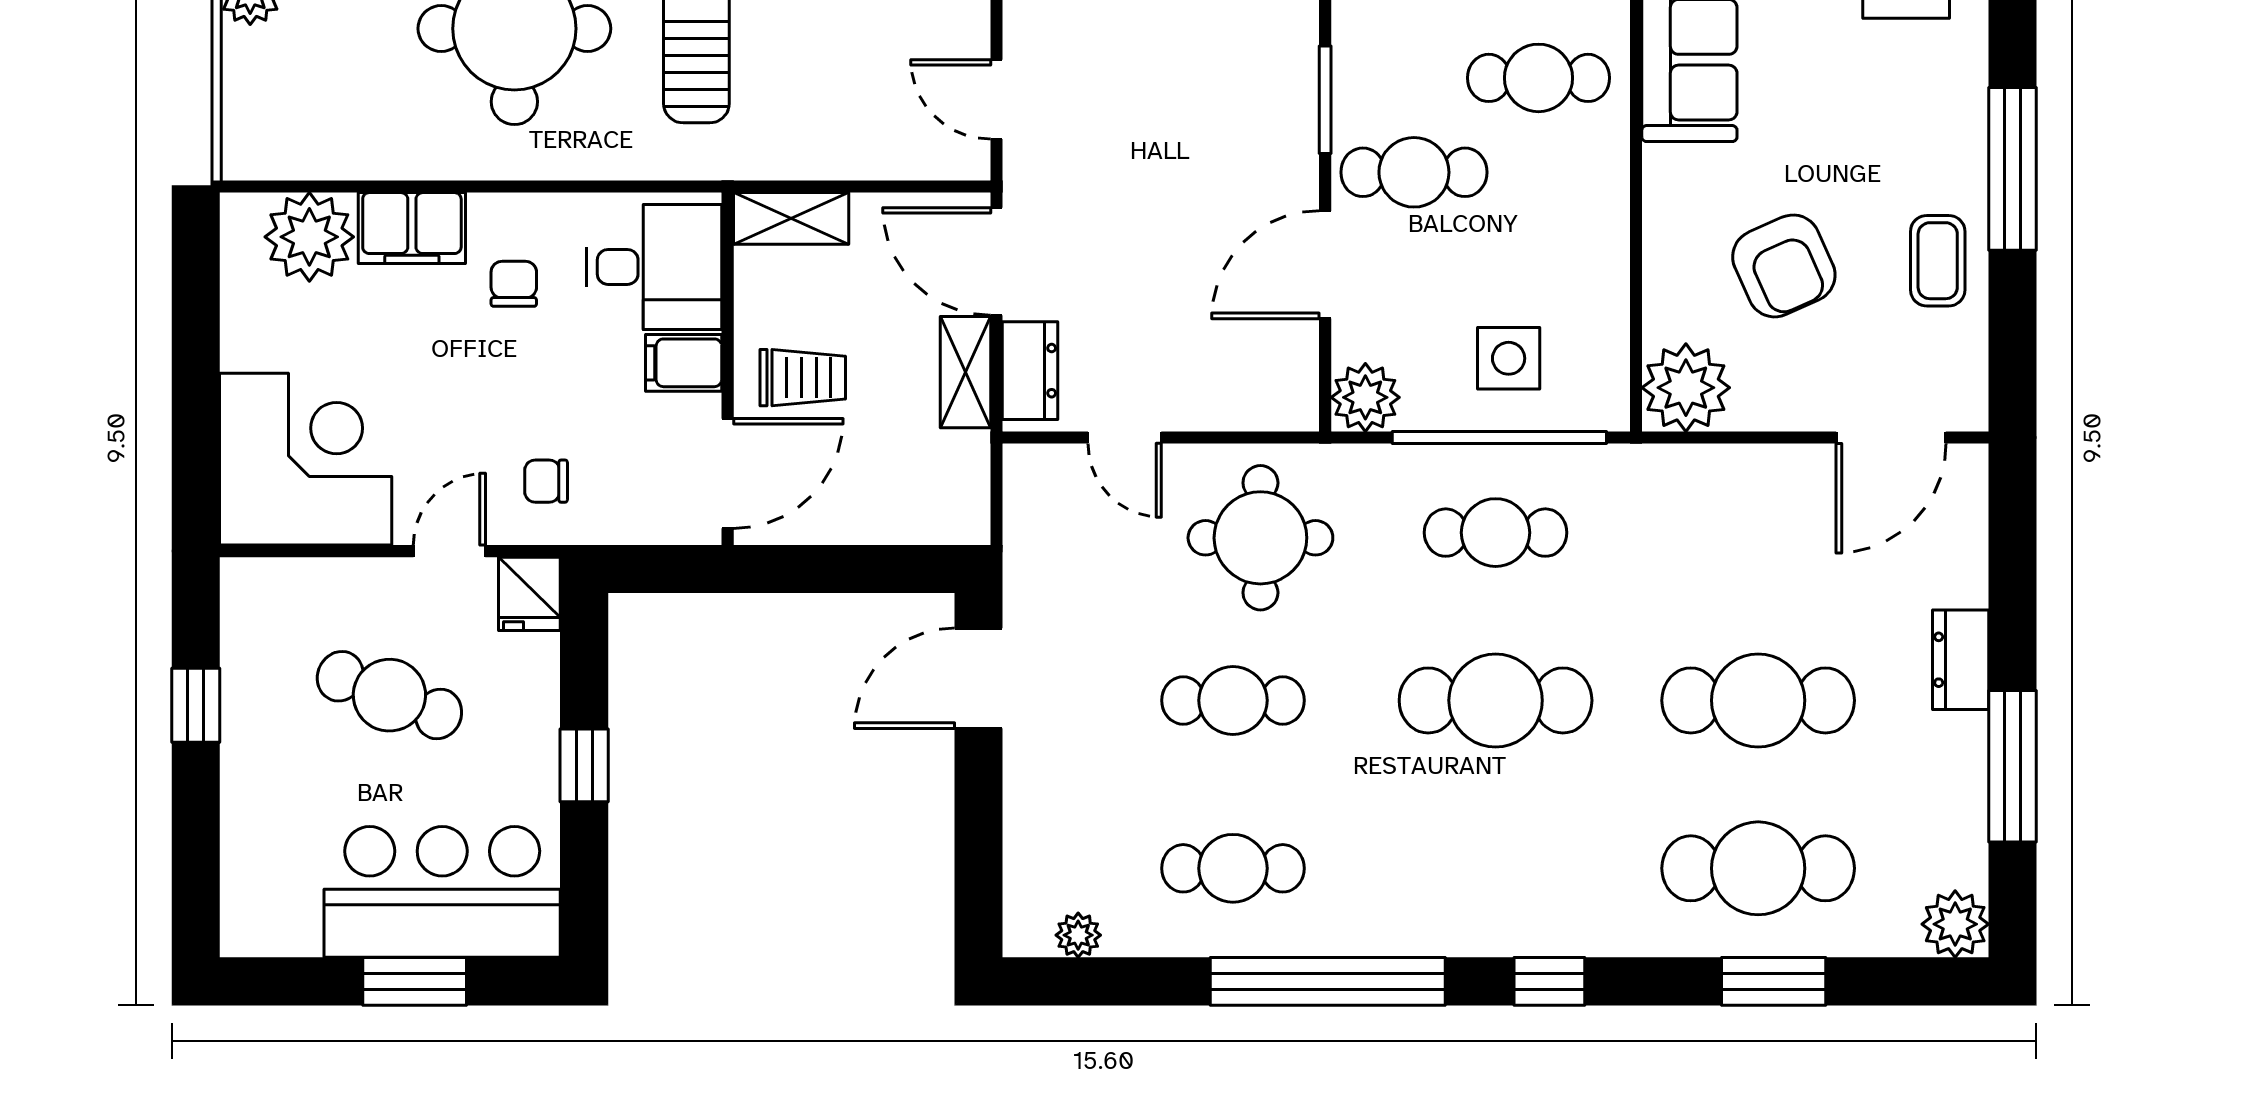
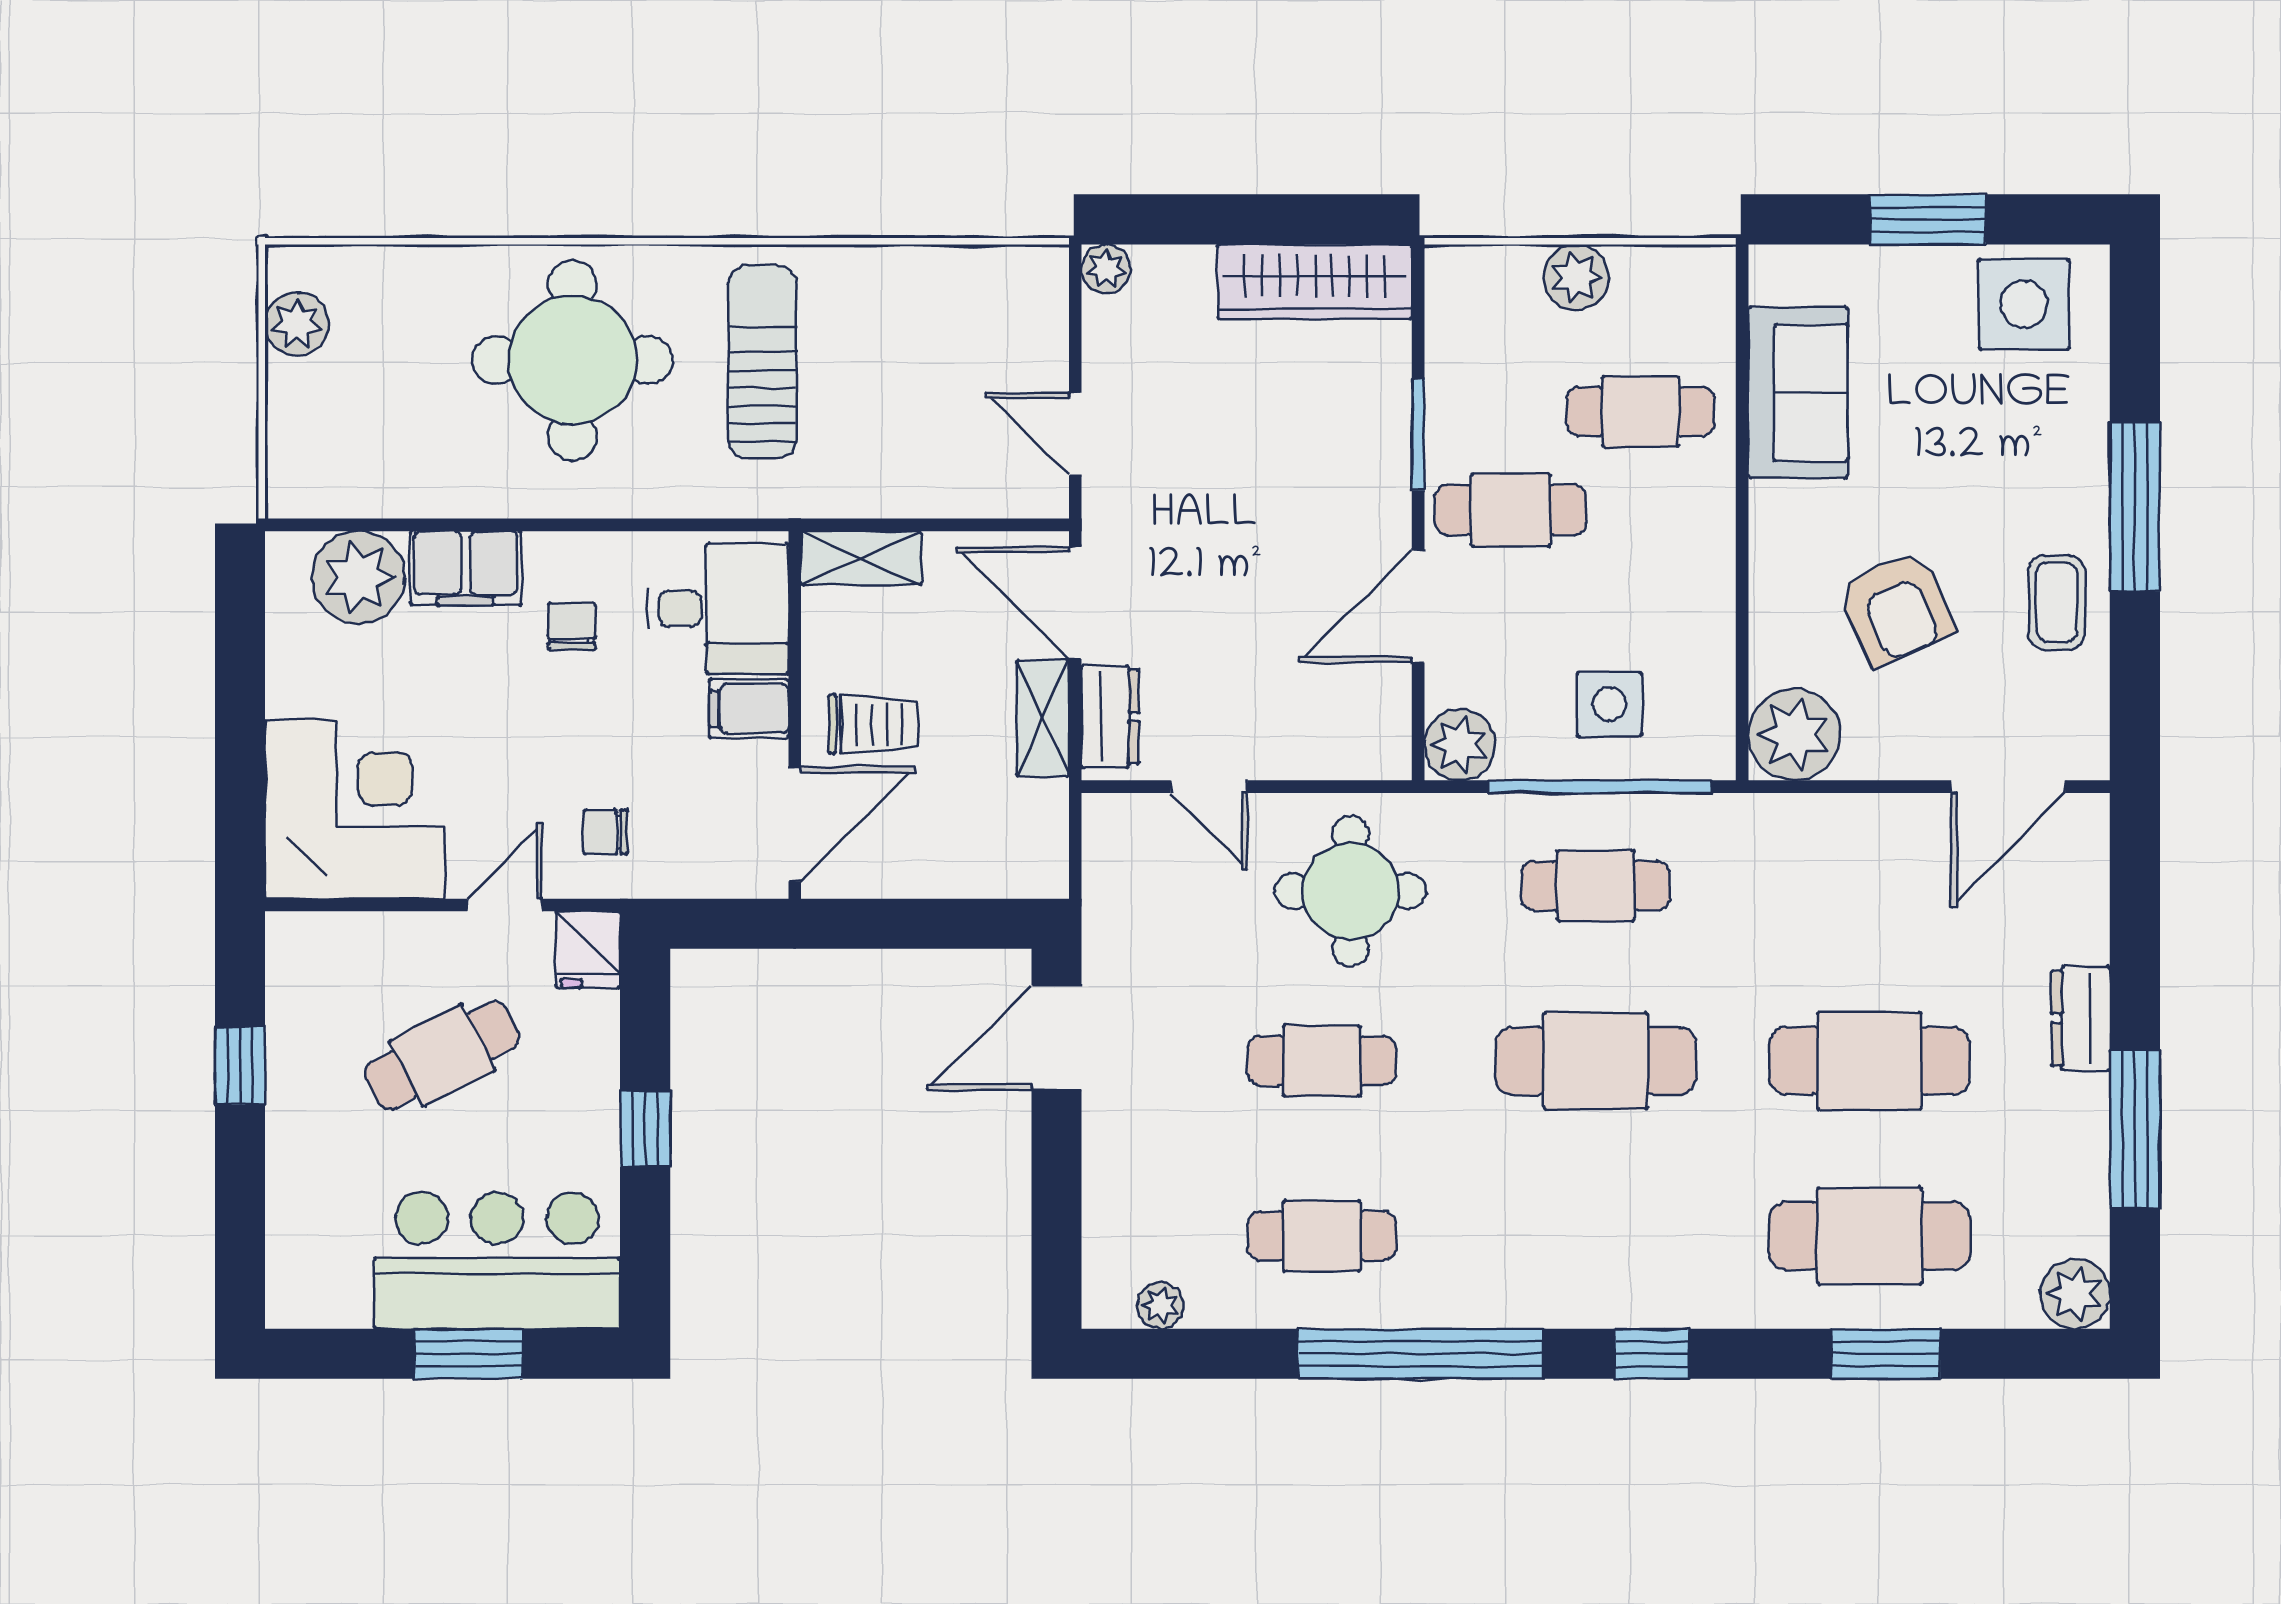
cafe table: (389, 695) -> (442, 1055), turned -48

